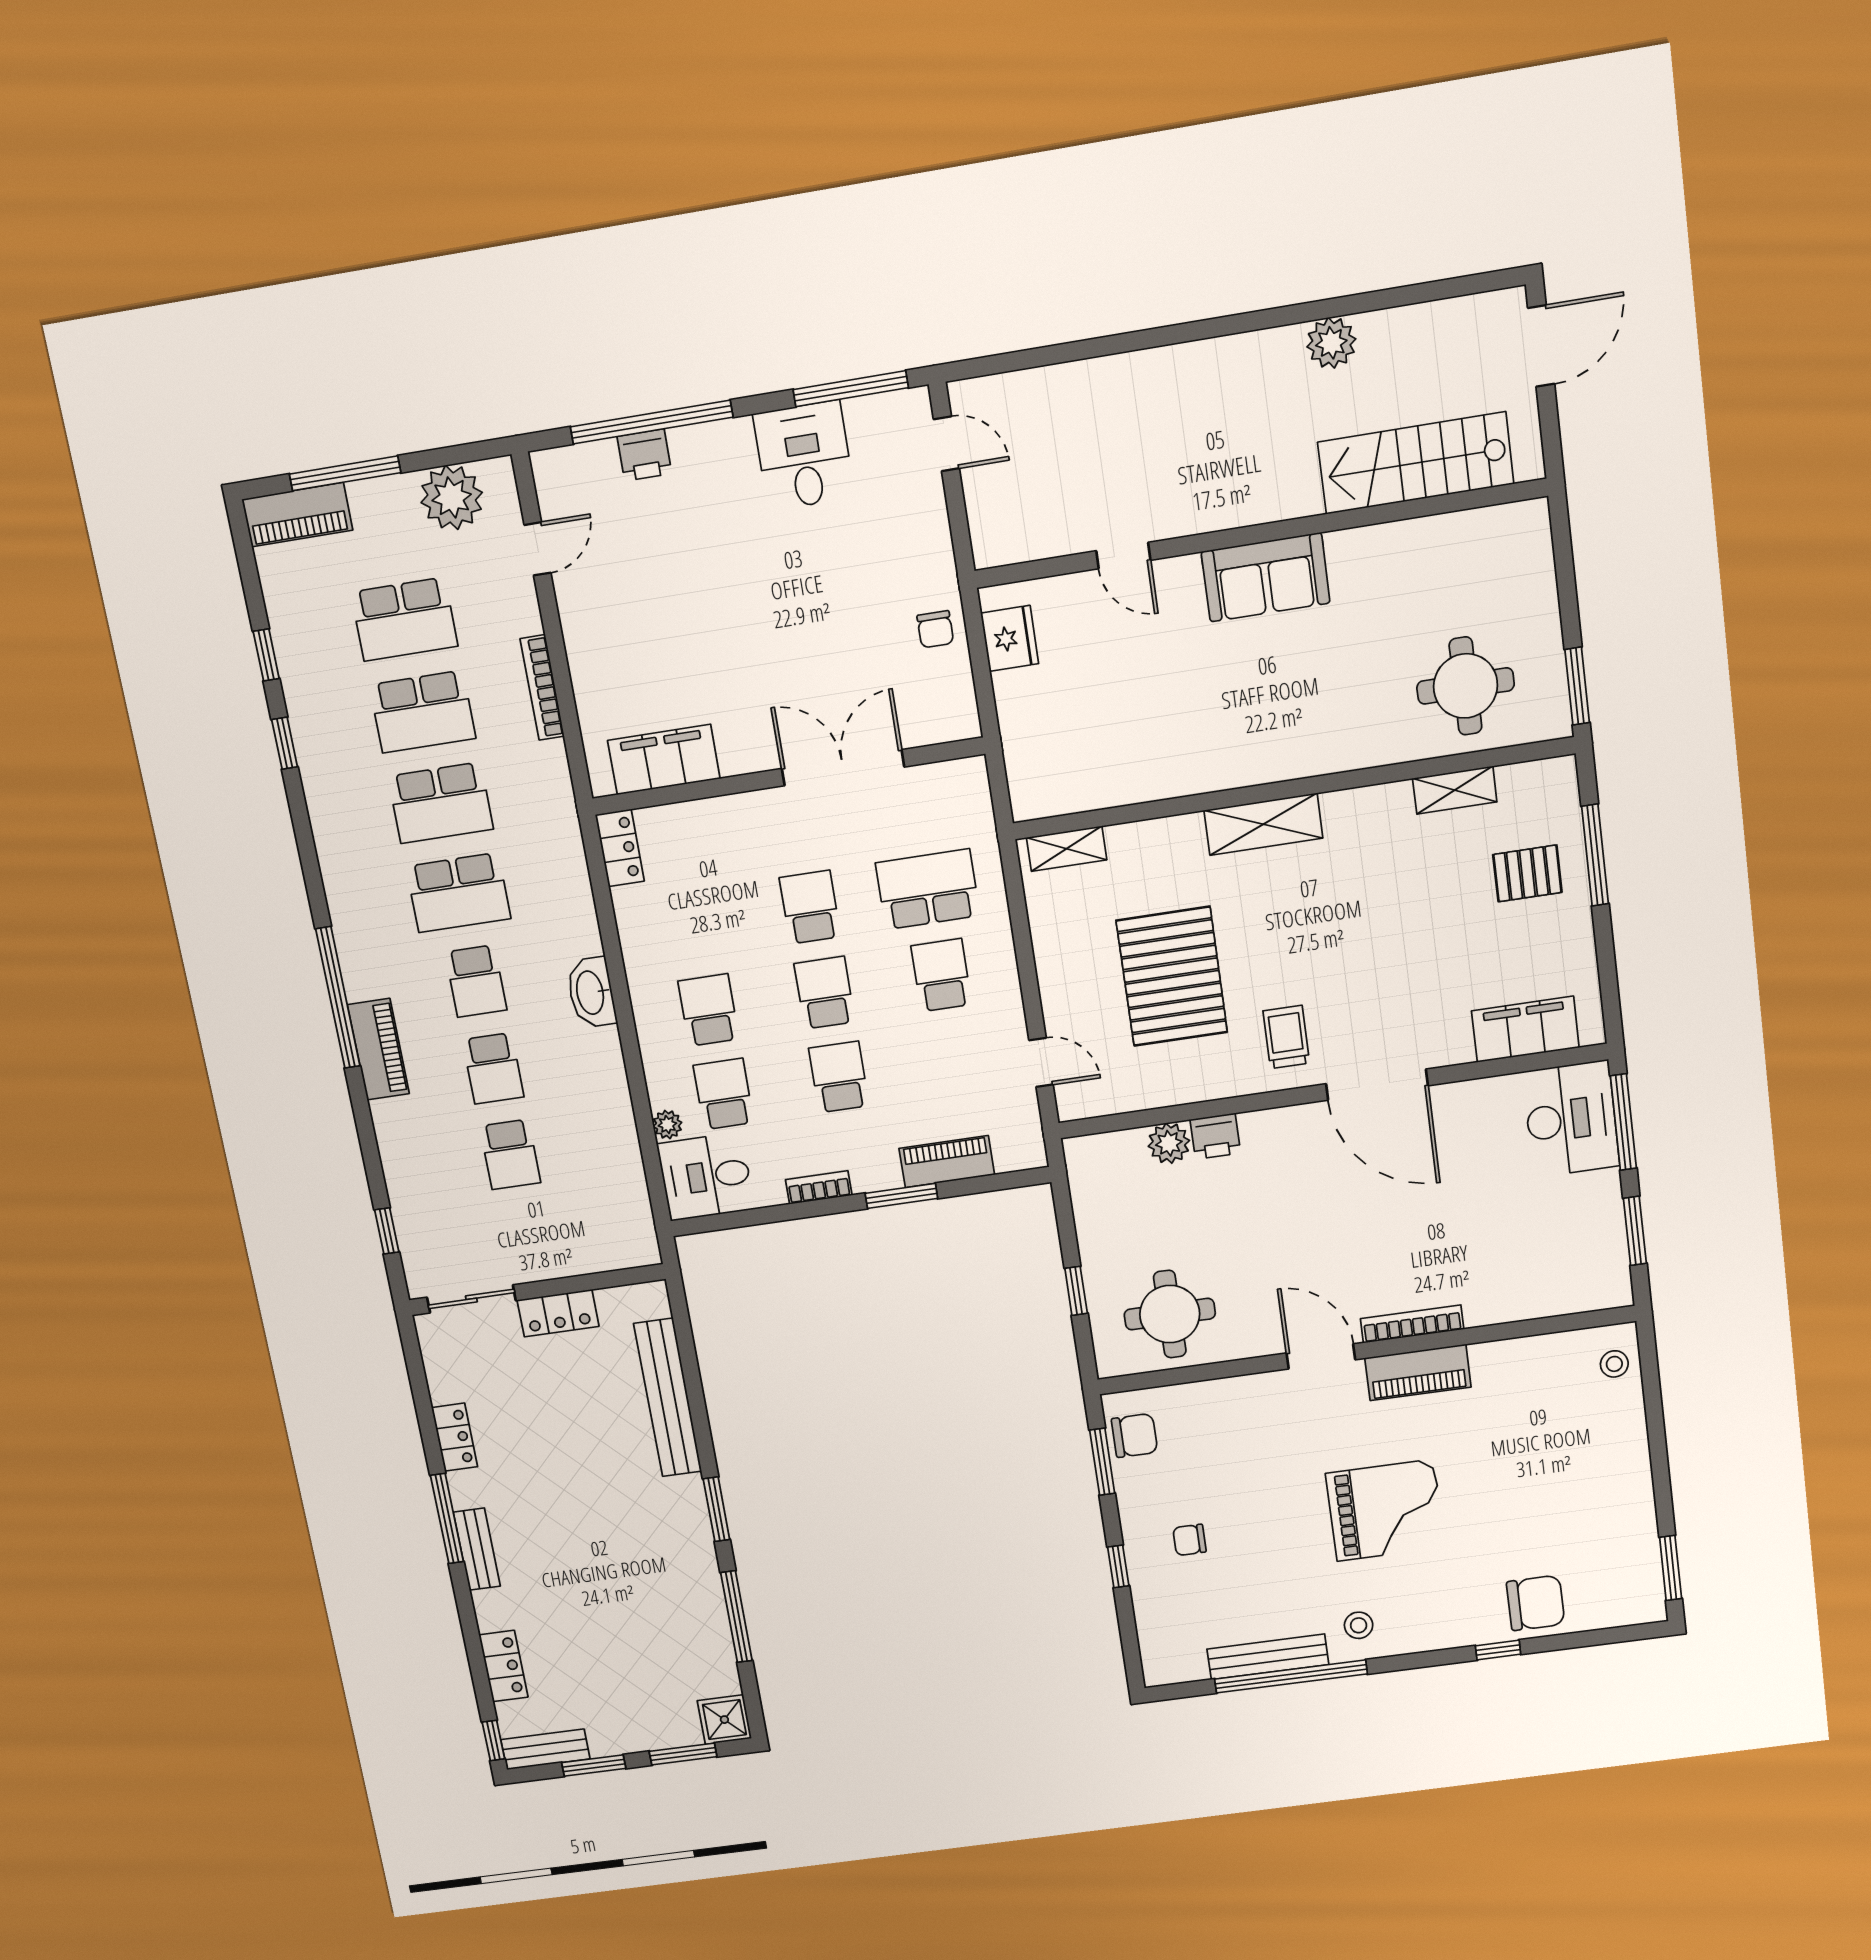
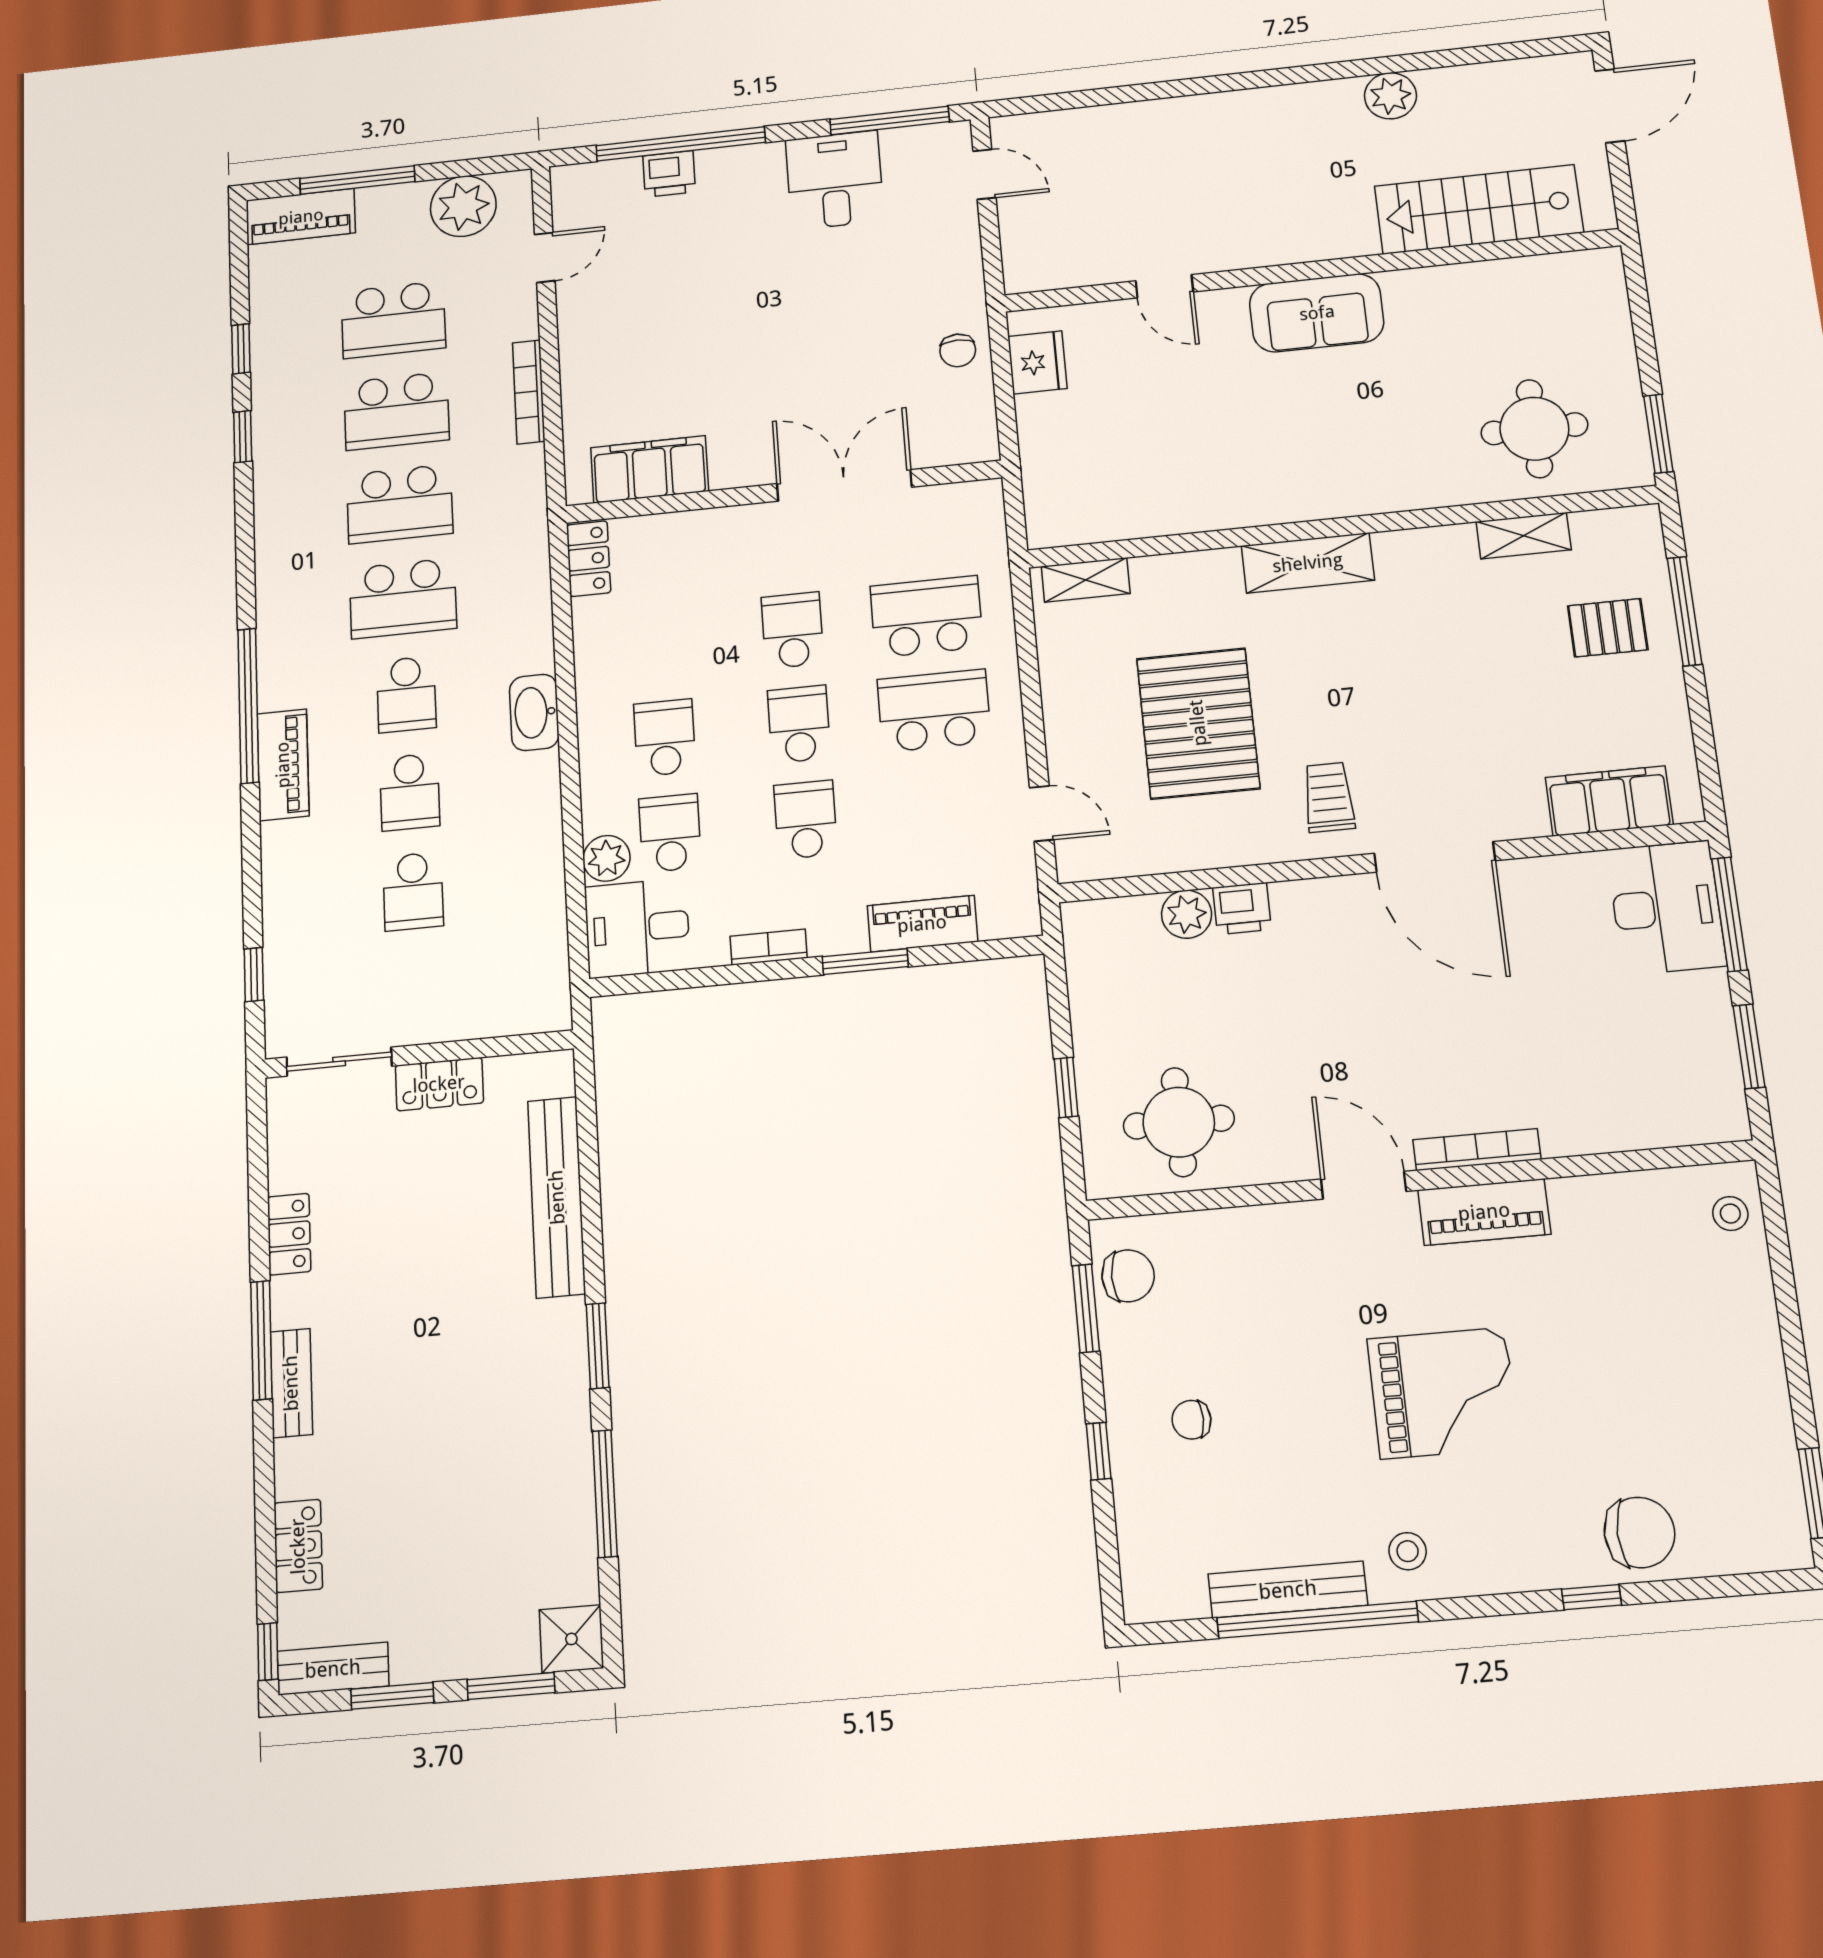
school desk: (941, 975) -> (934, 711), width x1.85
plant: (667, 1125) -> (607, 858), width x1.38, depth x1.38

